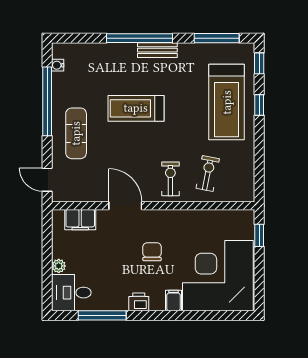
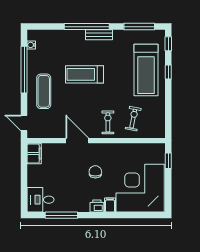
filing cabinet: (80, 220) -> (34, 154), moved, turned -90
plant: (59, 266) -> (32, 182), removed
printer: (139, 302) -> (97, 206), moved

